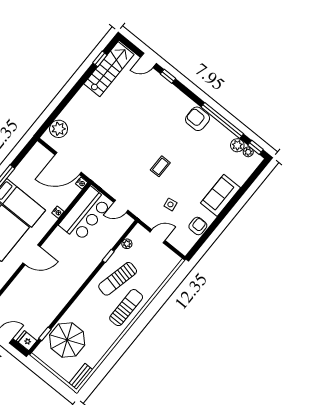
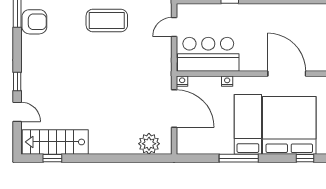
armchair: (198, 119) -> (34, 22), turned -90
coffee table: (160, 166) -> (107, 20), width x1.86, depth x1.72
door: (121, 206) -> (174, 27), swing flipped
door: (31, 255) -> (287, 74), width x1.36

